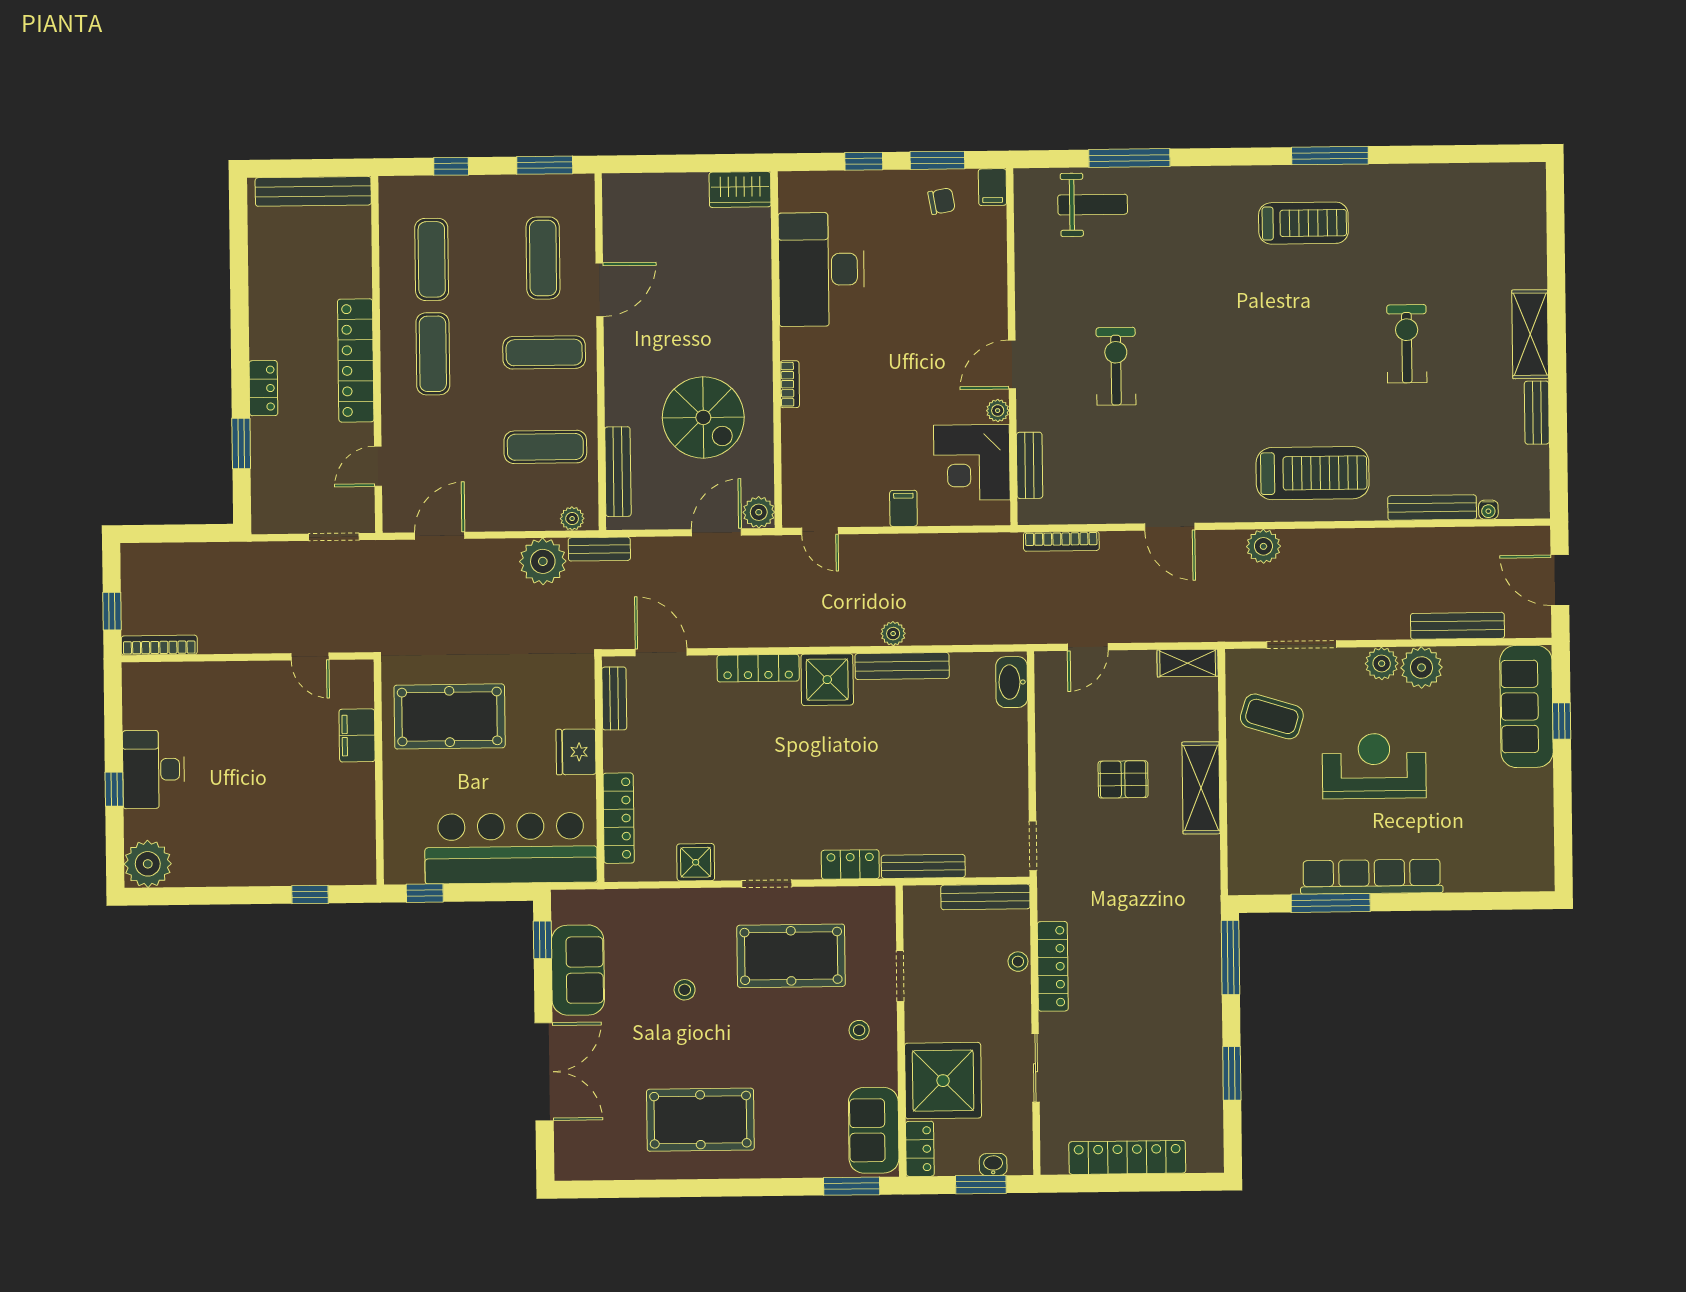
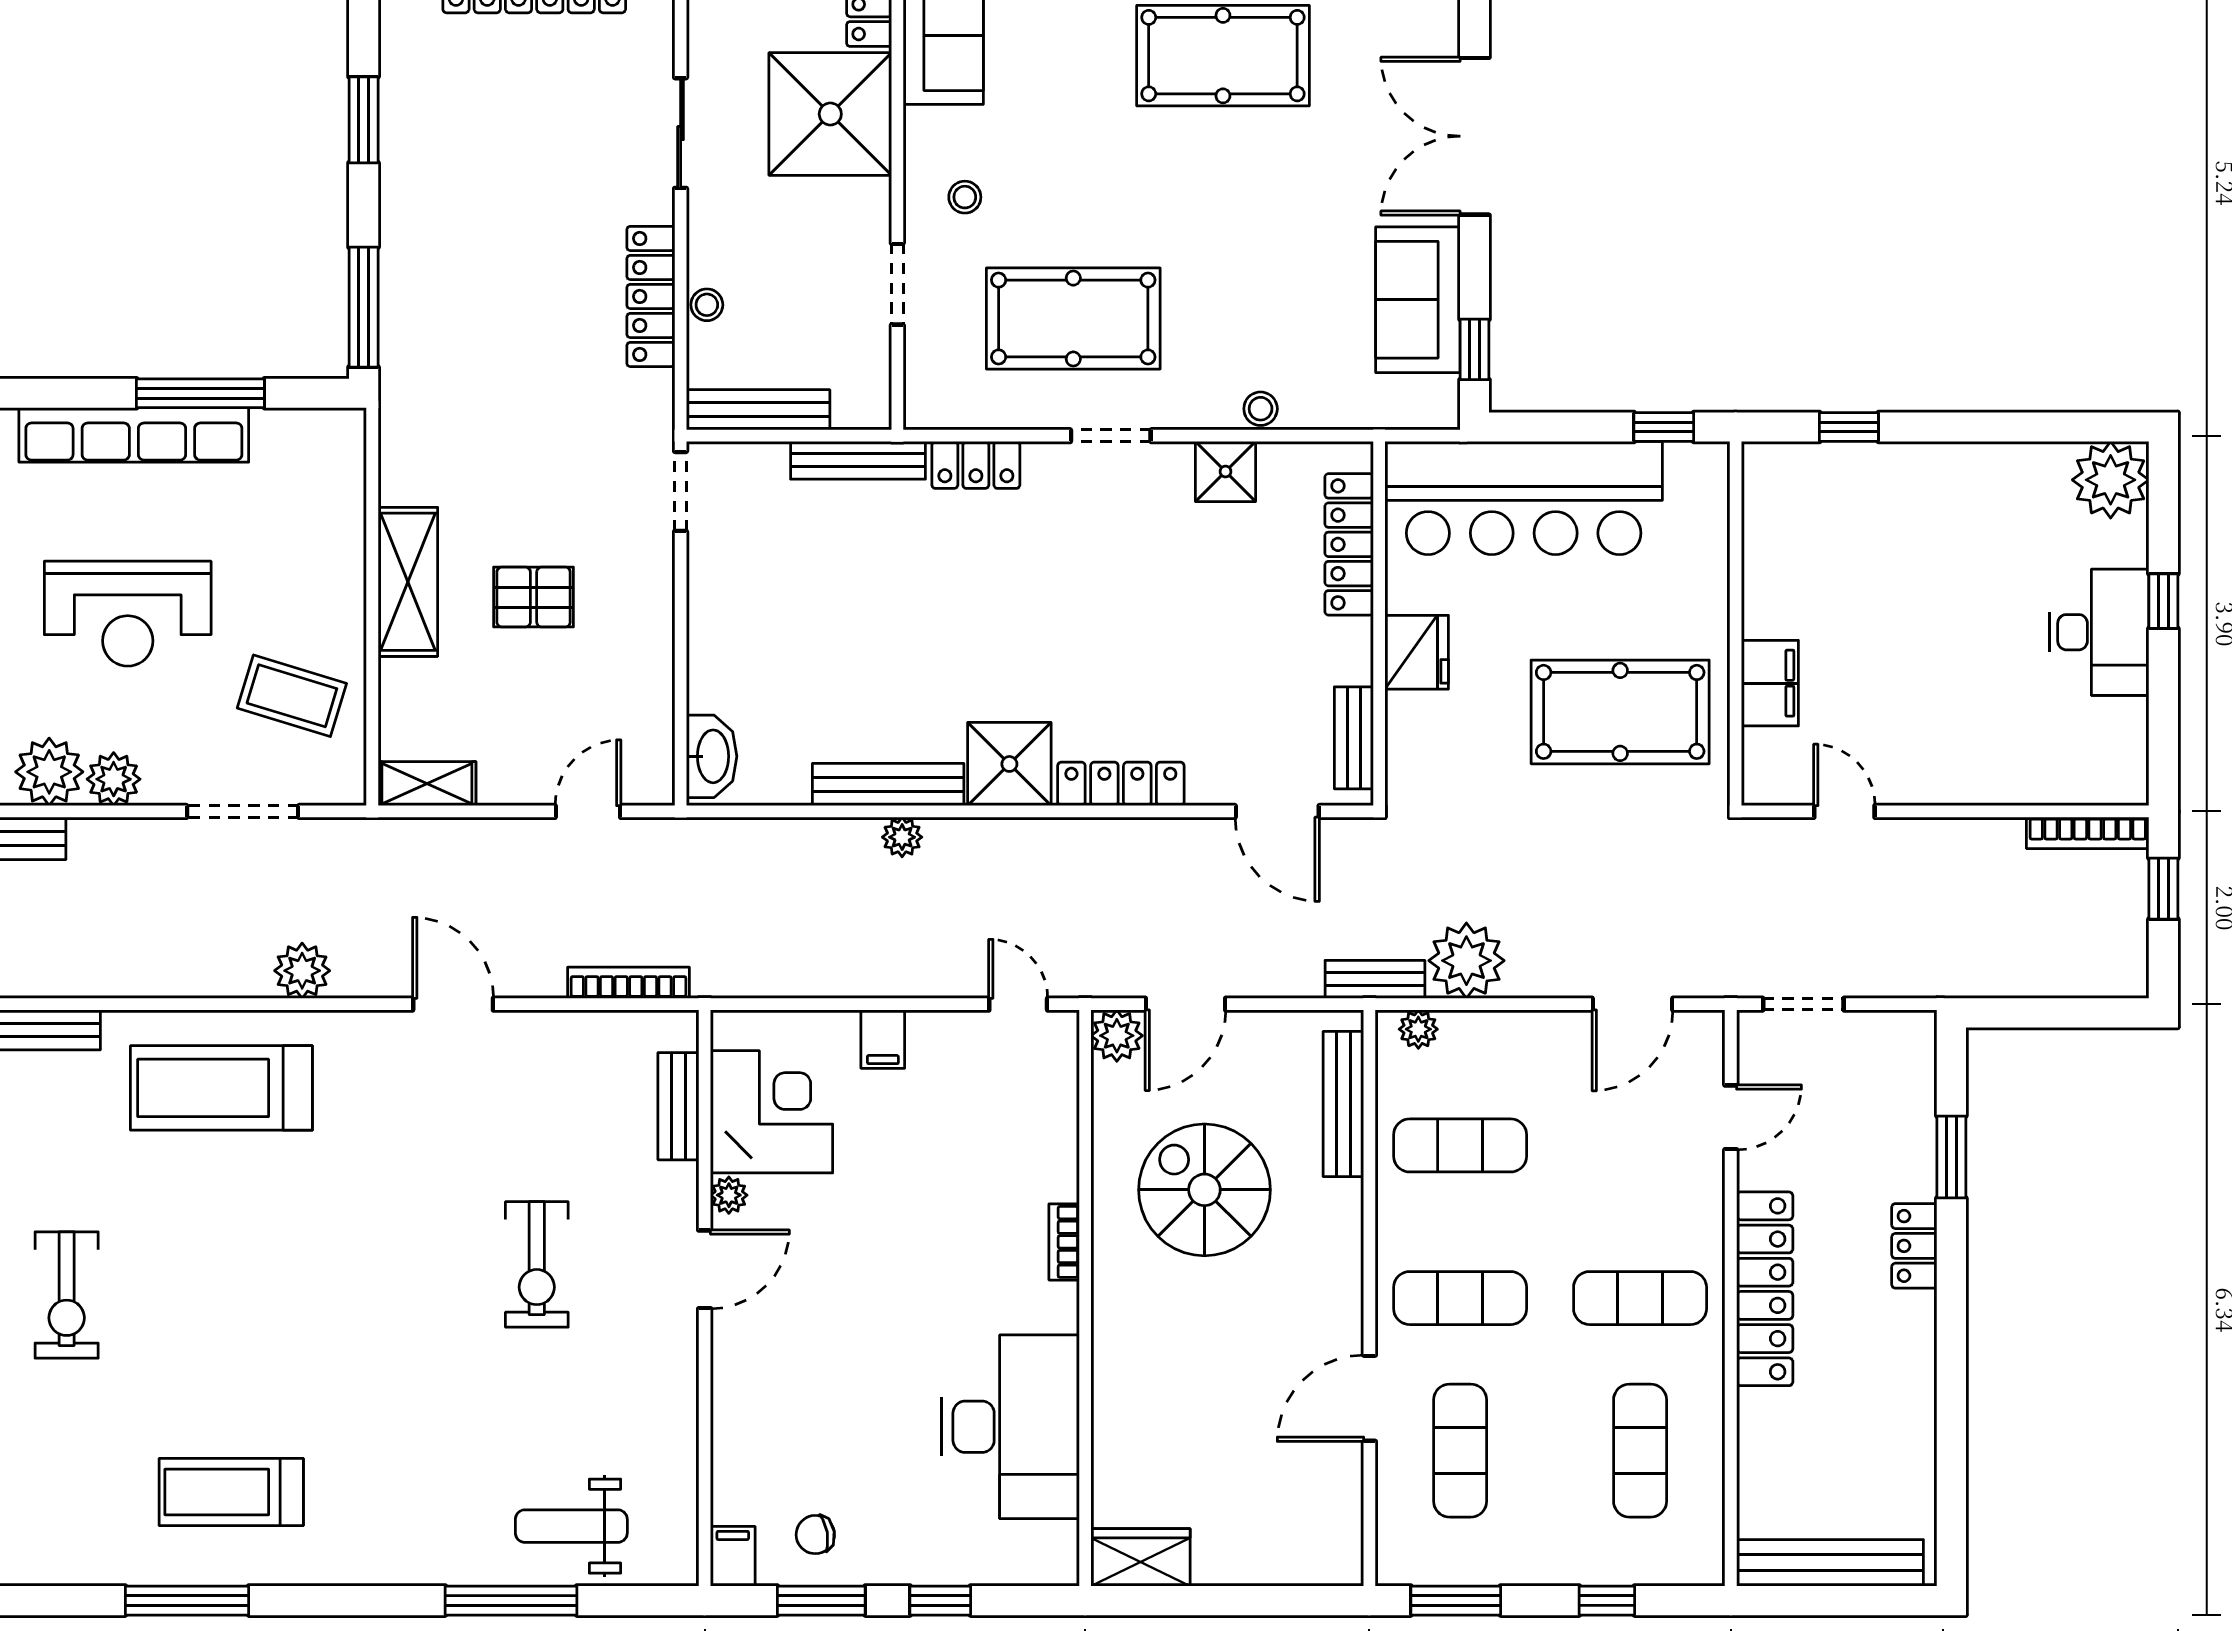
exercise mat: (433, 354) -> (1640, 1298), turned 90
stool: (685, 990) -> (1261, 409), moved

